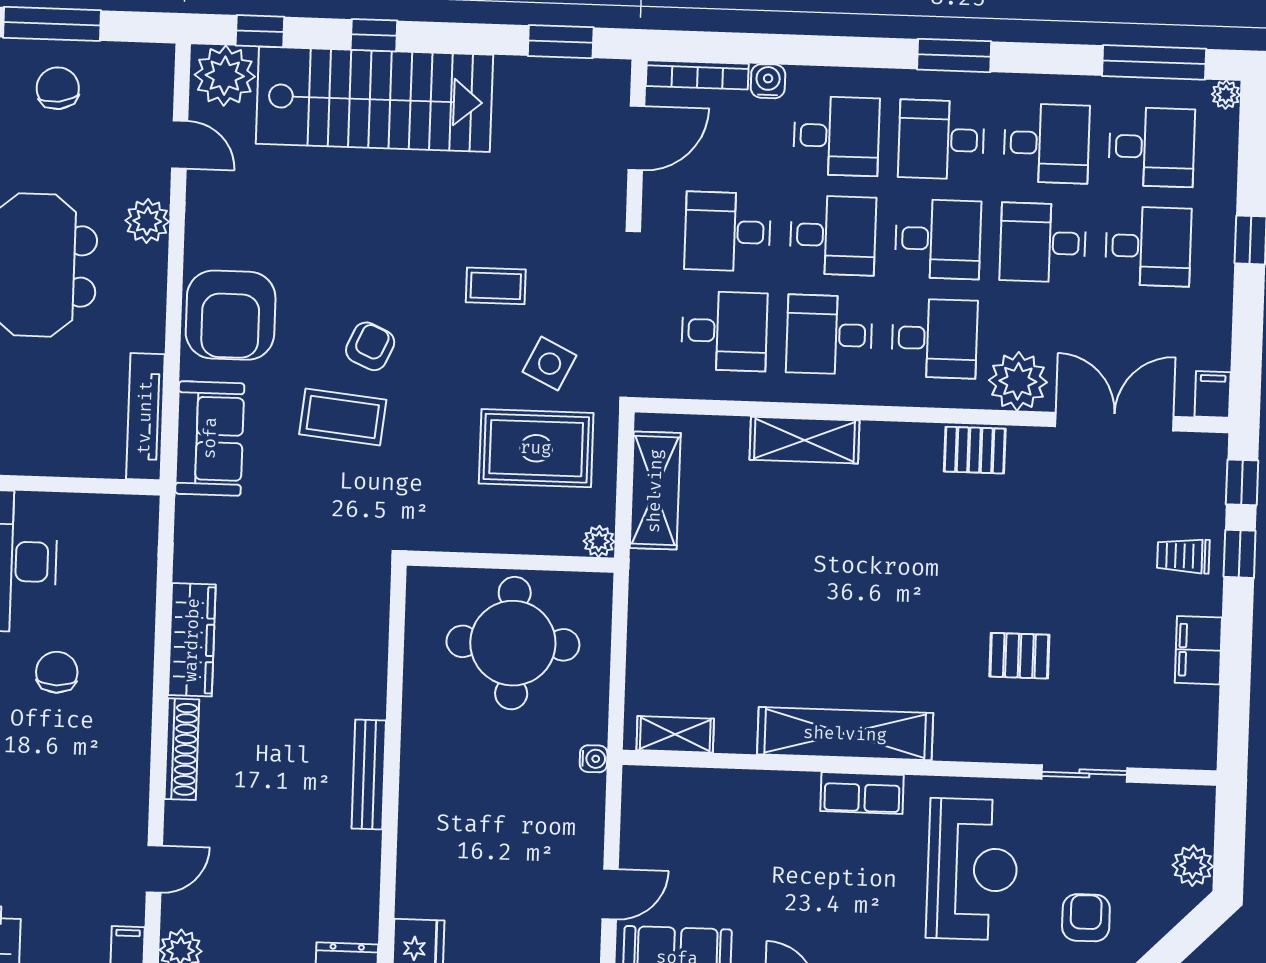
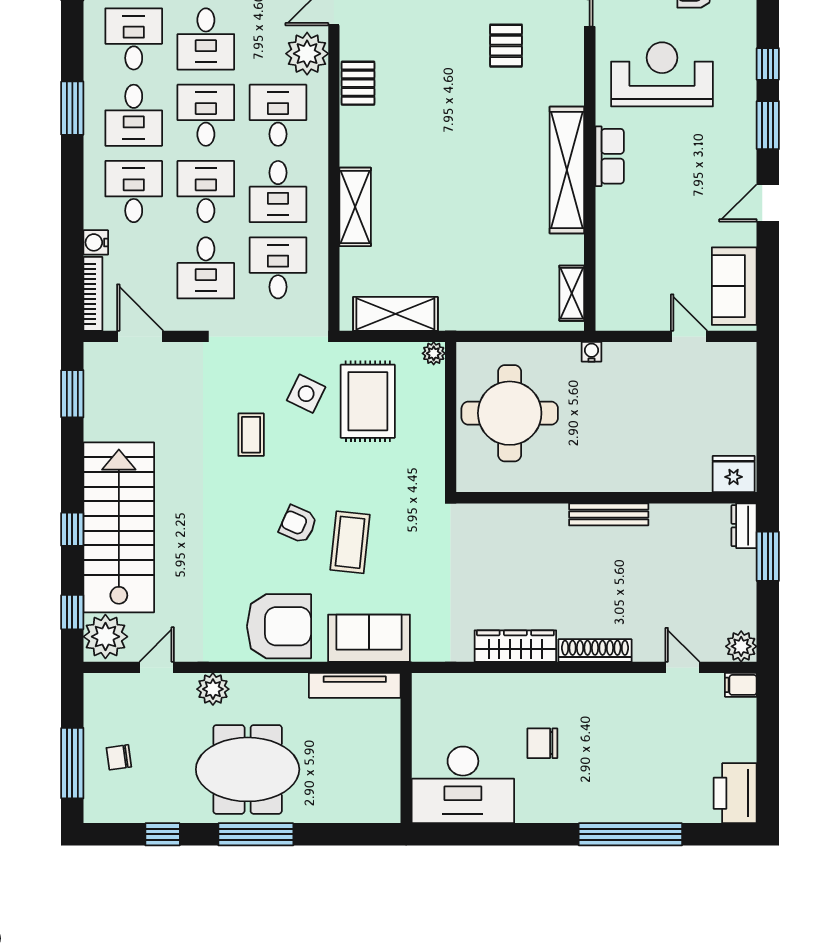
chair: (58, 88) -> (119, 757), width x0.73, depth x0.73

